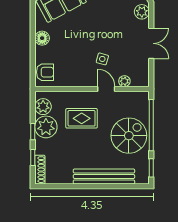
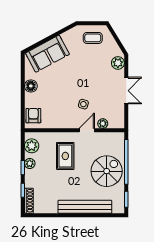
armchair: (45, 72) -> (33, 116), turned -90
door: (106, 89) -> (87, 130), hinge flipped
rug: (82, 118) -> (65, 156), turned 90
plant: (46, 127) -> (30, 163), width x0.53, depth x0.53

